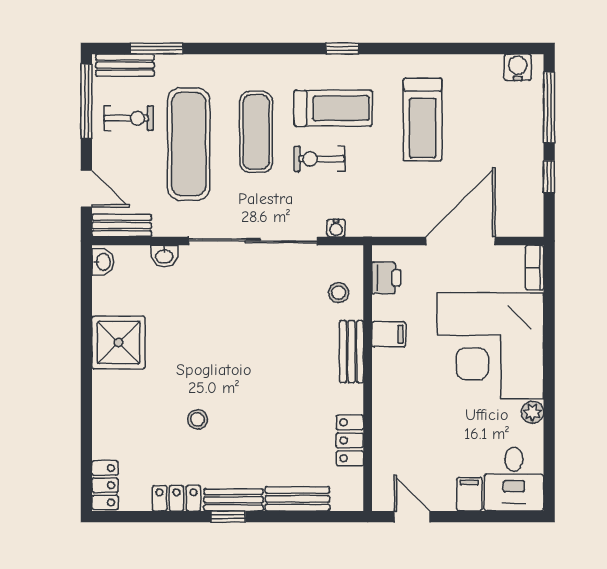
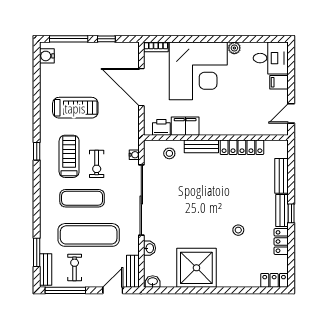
filing cabinet: (389, 334) -> (185, 126), width x2.00
shower: (118, 342) -> (196, 268), width x1.37, depth x1.37
locker: (350, 440) -> (242, 147), width x1.53

